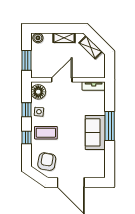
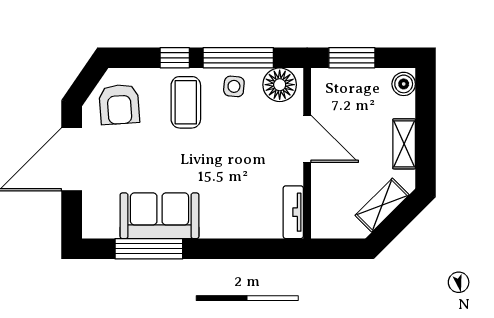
window: (27, 110) -> (238, 58), width x2.17
window: (110, 126) -> (149, 249), moved
sofa: (95, 132) -> (159, 216), moved
armchair: (47, 162) -> (119, 104), turned 76

